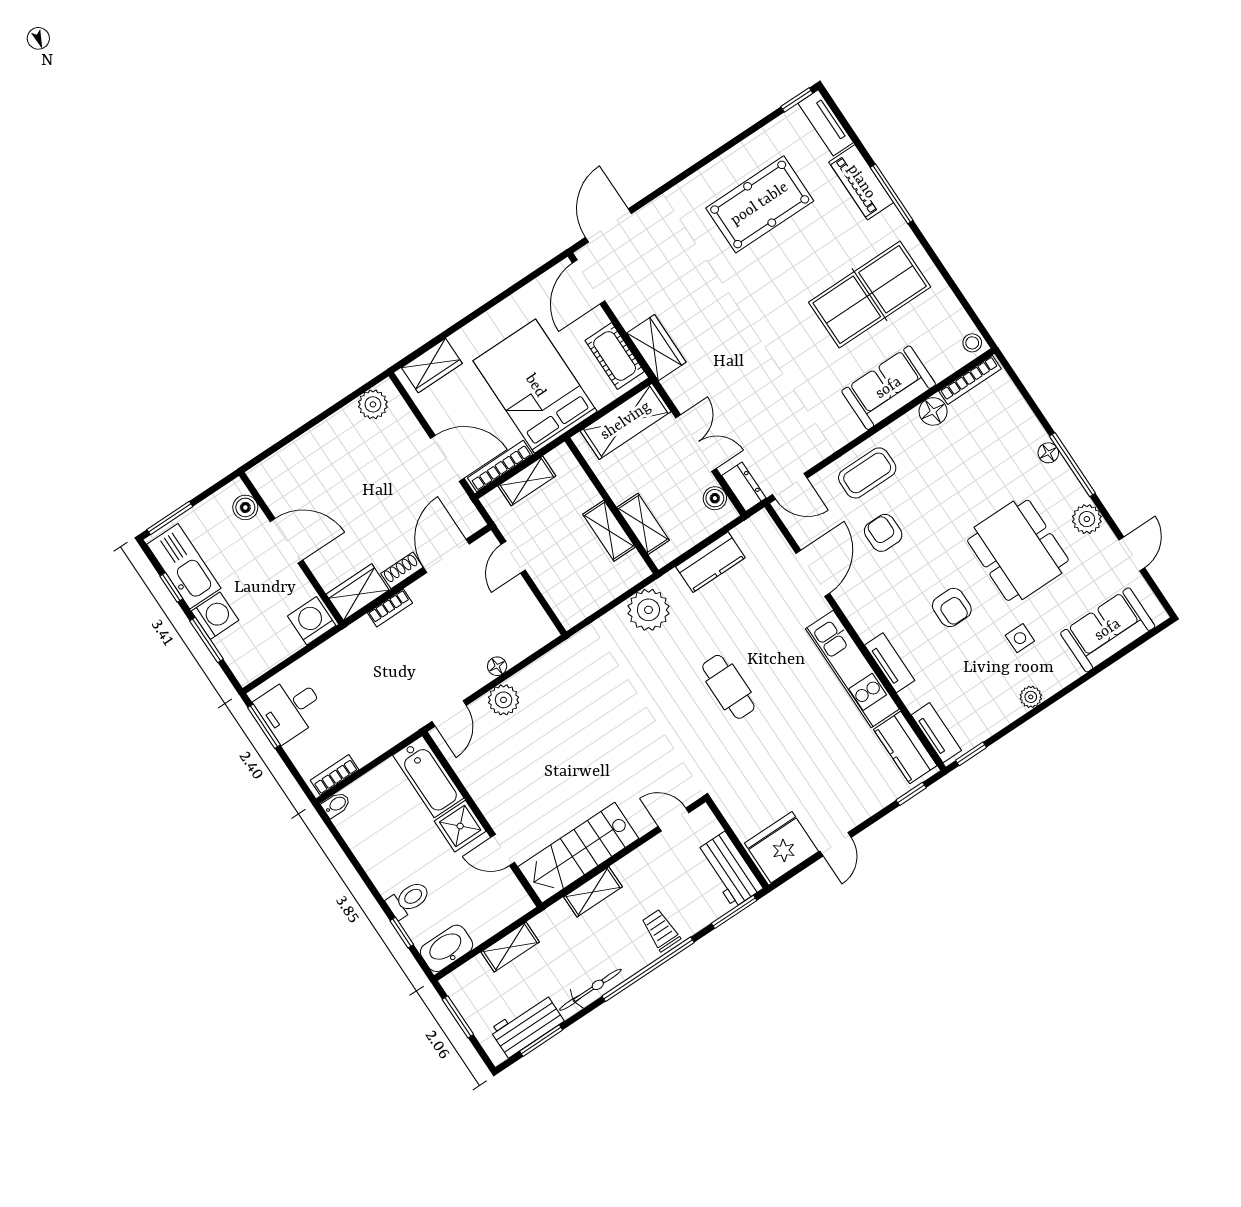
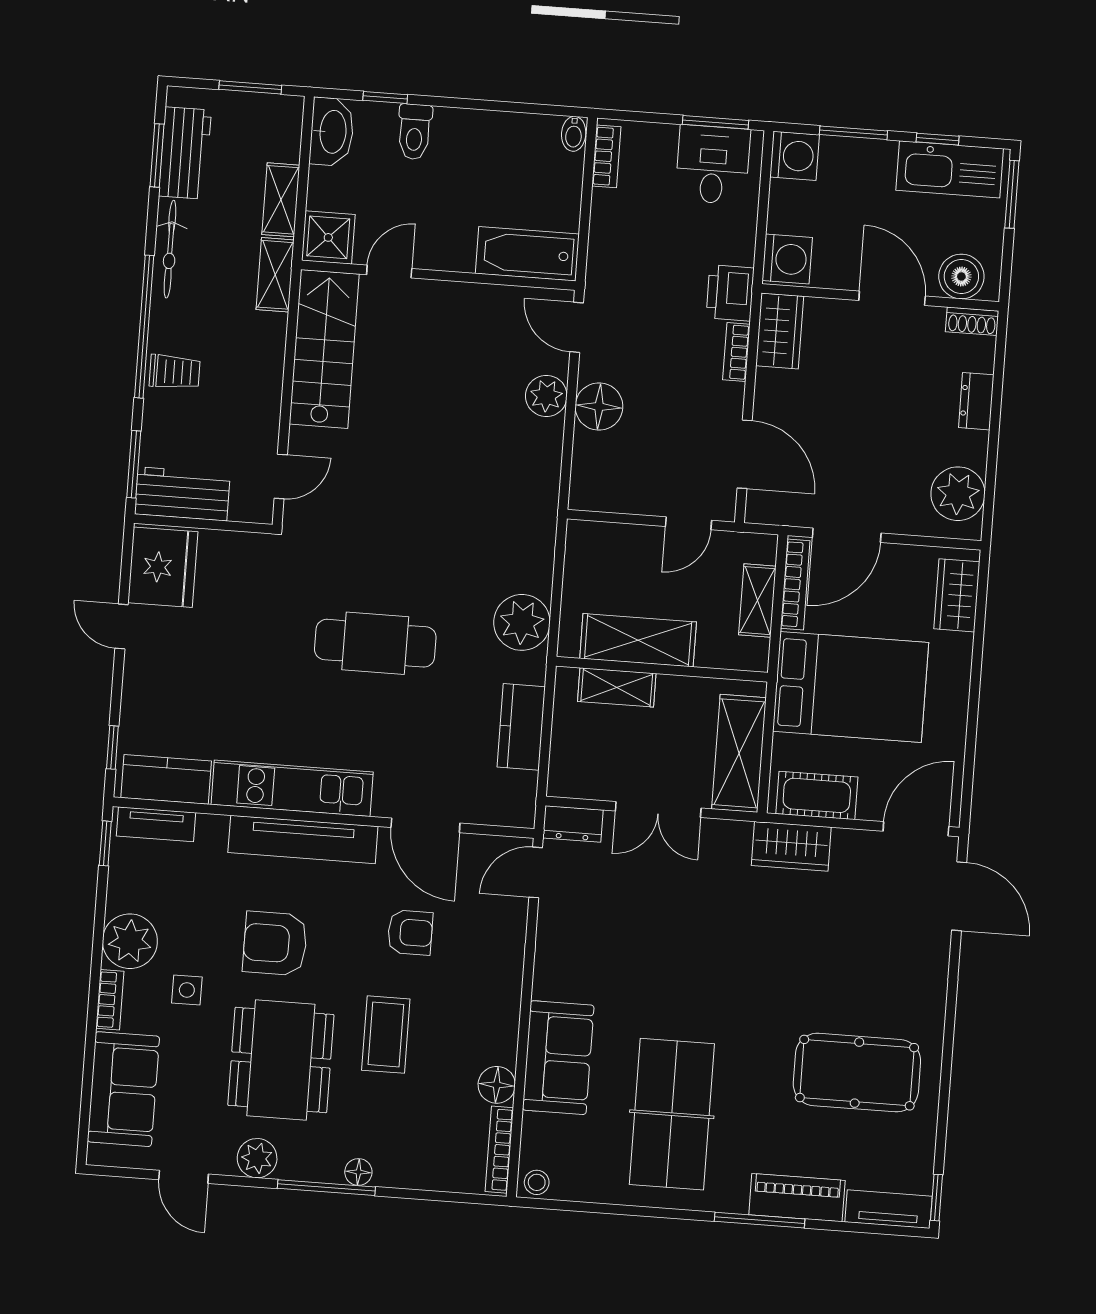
pool table: (760, 204) -> (857, 1073), turned 90
door: (589, 282) -> (916, 829), hinge flipped
plant: (373, 404) -> (958, 494), width x1.36, depth x1.36
dresser: (308, 444) -> (976, 401), added
coffee table: (867, 473) -> (386, 1035), moved
boiler: (715, 498) -> (585, 784), removed
boiler: (245, 507) -> (961, 276), width x1.36, depth x1.36
shelving: (609, 531) -> (638, 640), width x1.50, depth x1.33
door: (286, 541) -> (892, 298), swing flipped
dining table: (1018, 550) -> (281, 1060), turned 90
door: (513, 557) -> (688, 523), swing flipped
shoe rack: (402, 570) -> (972, 321), moved, turned 90
armchair: (952, 608) -> (275, 943), width x1.38, depth x1.38
washing machine: (215, 616) -> (795, 156), moved, turned -90
printer: (358, 639) -> (730, 293), added
tv unit: (890, 663) -> (303, 839), width x1.92, depth x1.29
floor lamp: (497, 666) -> (599, 407), width x1.89, depth x1.89
bookcase: (1061, 679) -> (110, 1000), added
cafe table: (728, 687) -> (375, 643), width x1.37, depth x1.35
plant: (1031, 697) -> (130, 941), width x1.88, depth x1.88
shower: (460, 826) -> (328, 237), moved
shelving: (593, 892) -> (275, 275), moved

